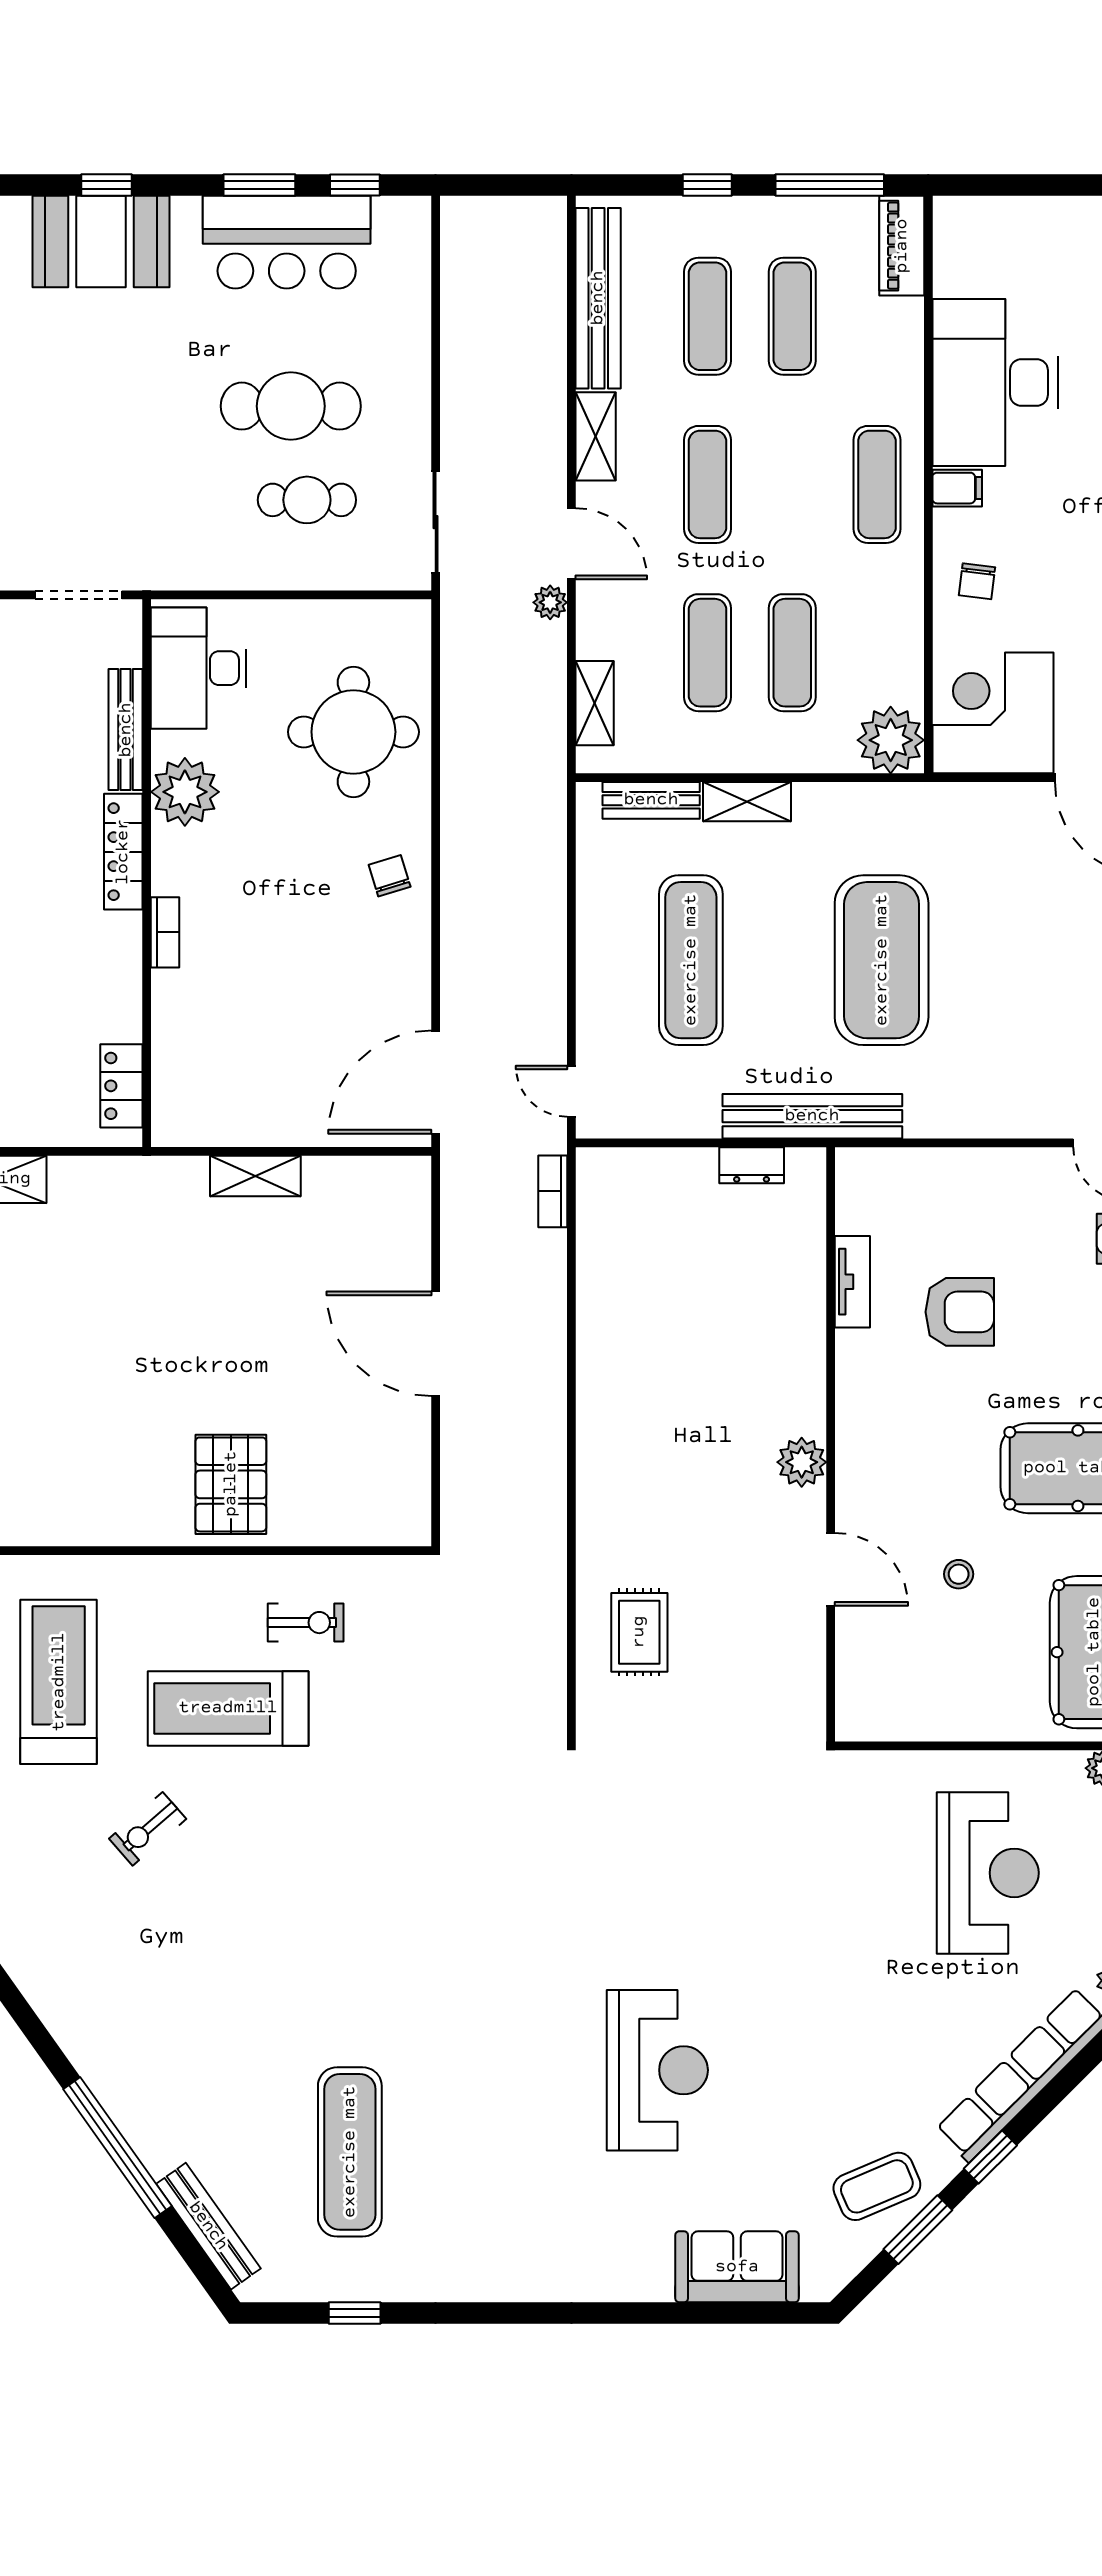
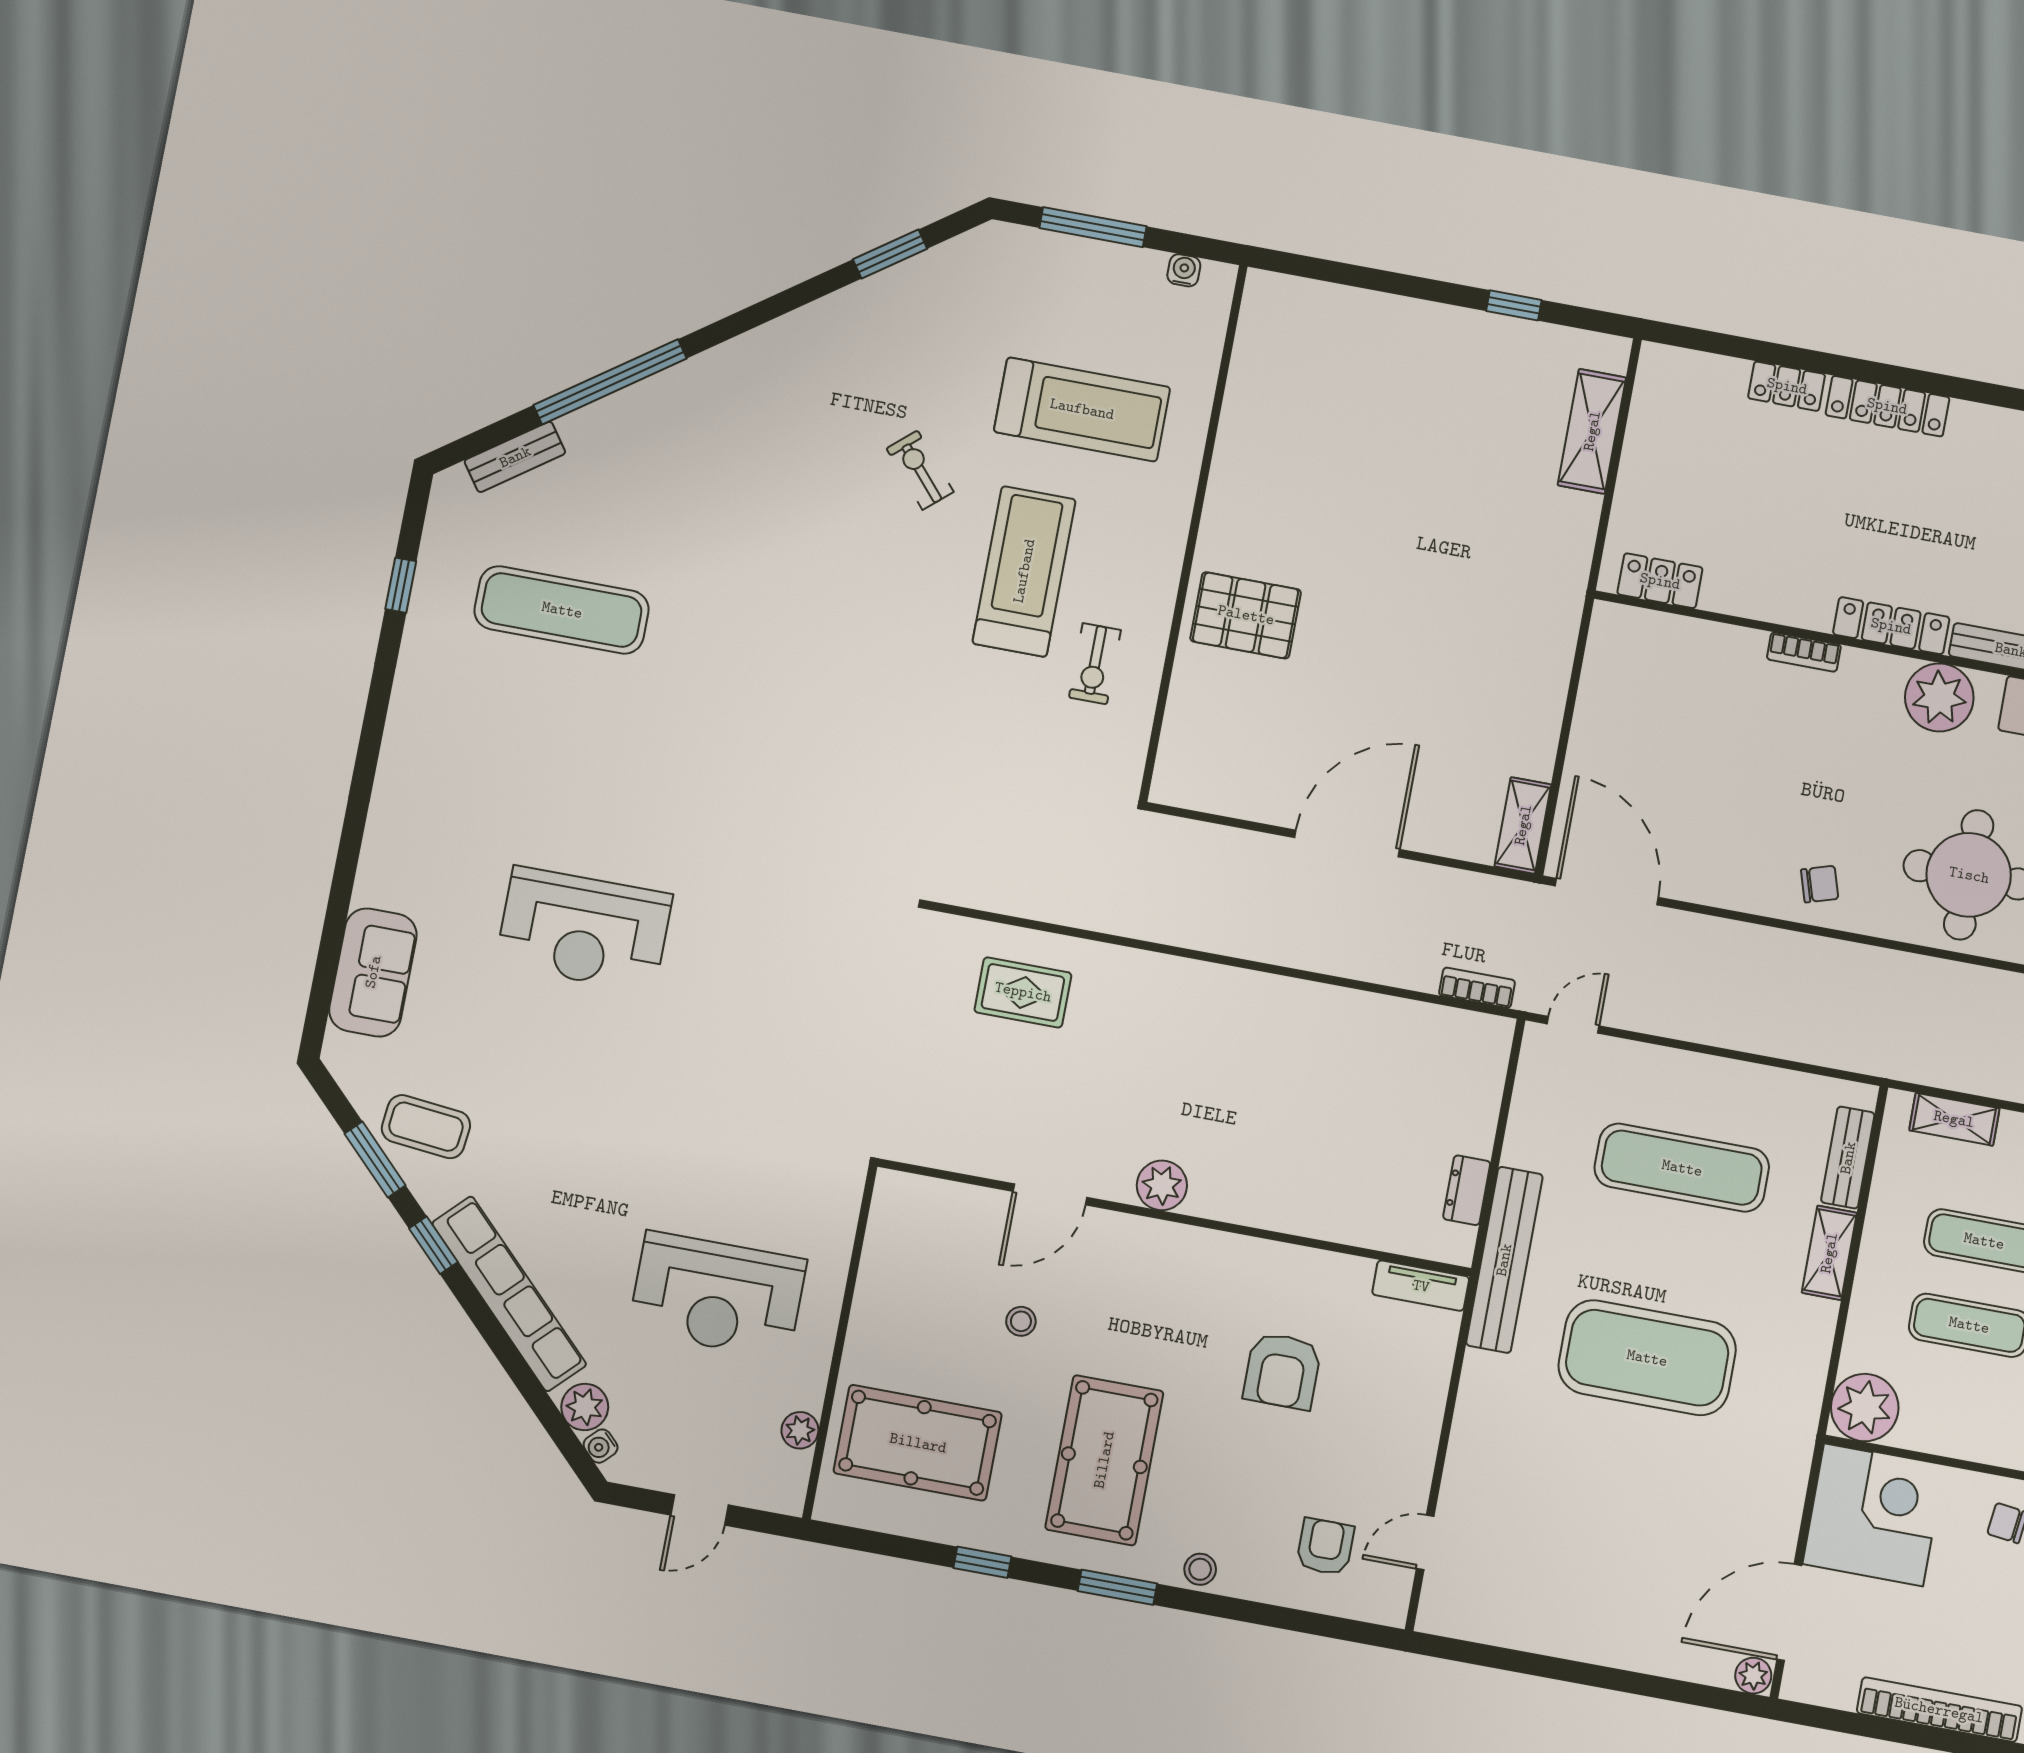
shelving: (255, 1176) -> (1523, 825), moved
tv unit: (852, 1282) -> (1421, 1286), moved
coffee table: (877, 2186) -> (426, 1127), turned -61
bench: (208, 2226) -> (515, 457), width x0.73

